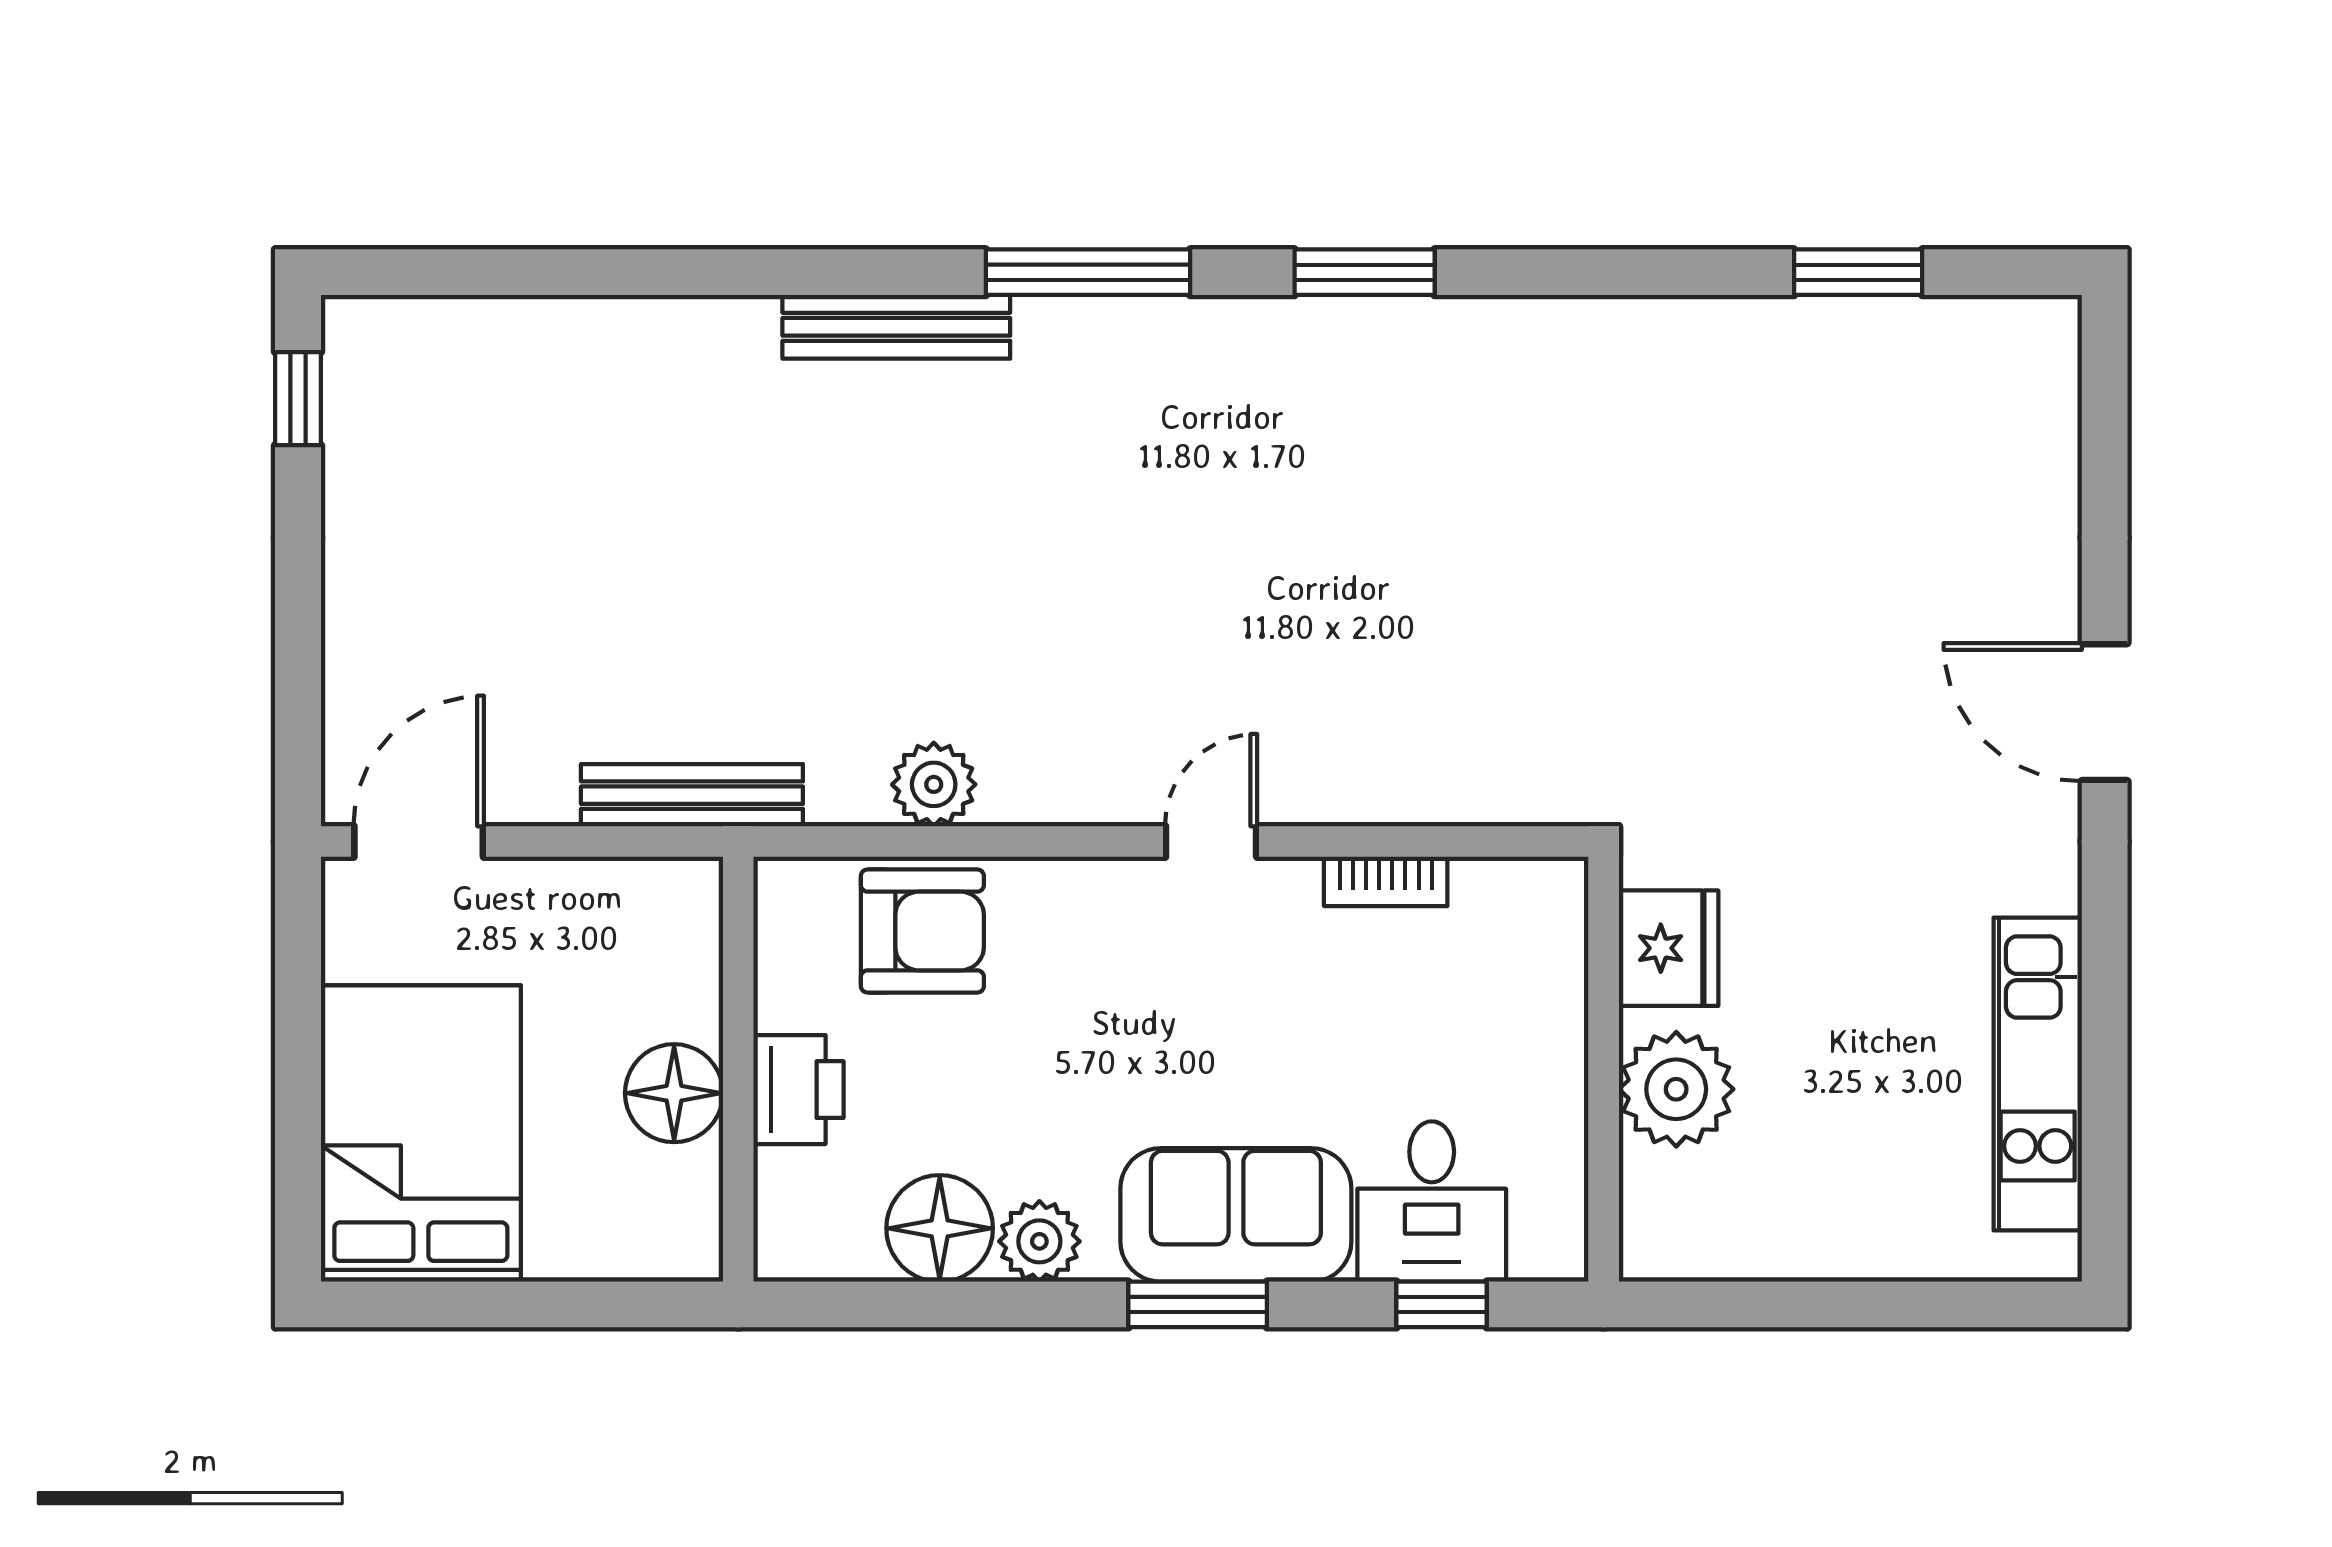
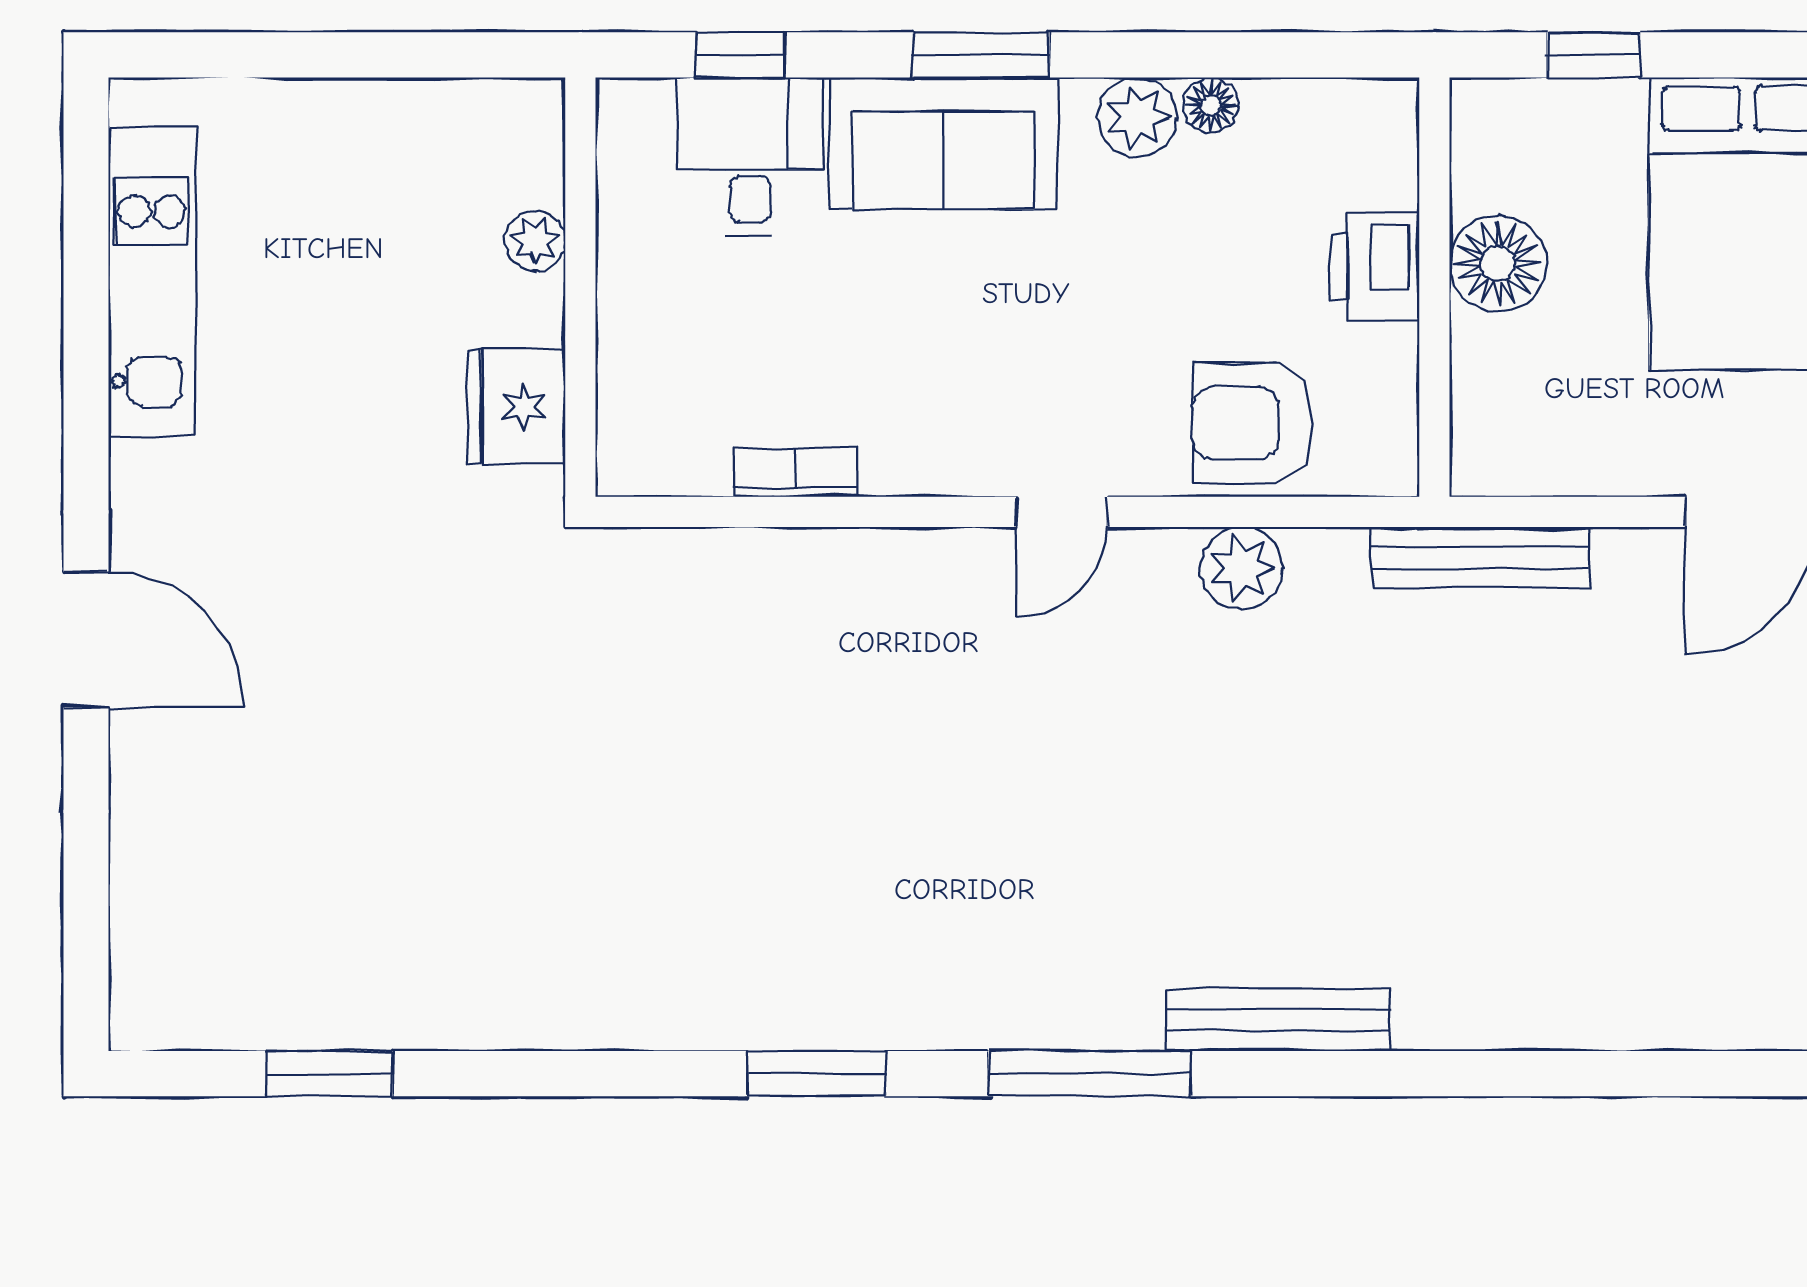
door: (1211, 841) -> (1061, 512), moved
plant: (1676, 1089) -> (535, 241), width x0.53, depth x0.53
floor lamp: (940, 1228) -> (1211, 105), width x0.53, depth x0.53
window: (577, 1304) -> (1594, 55), added

